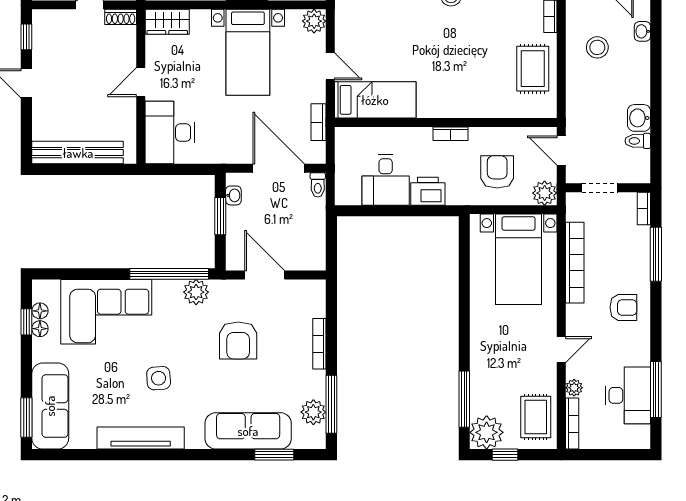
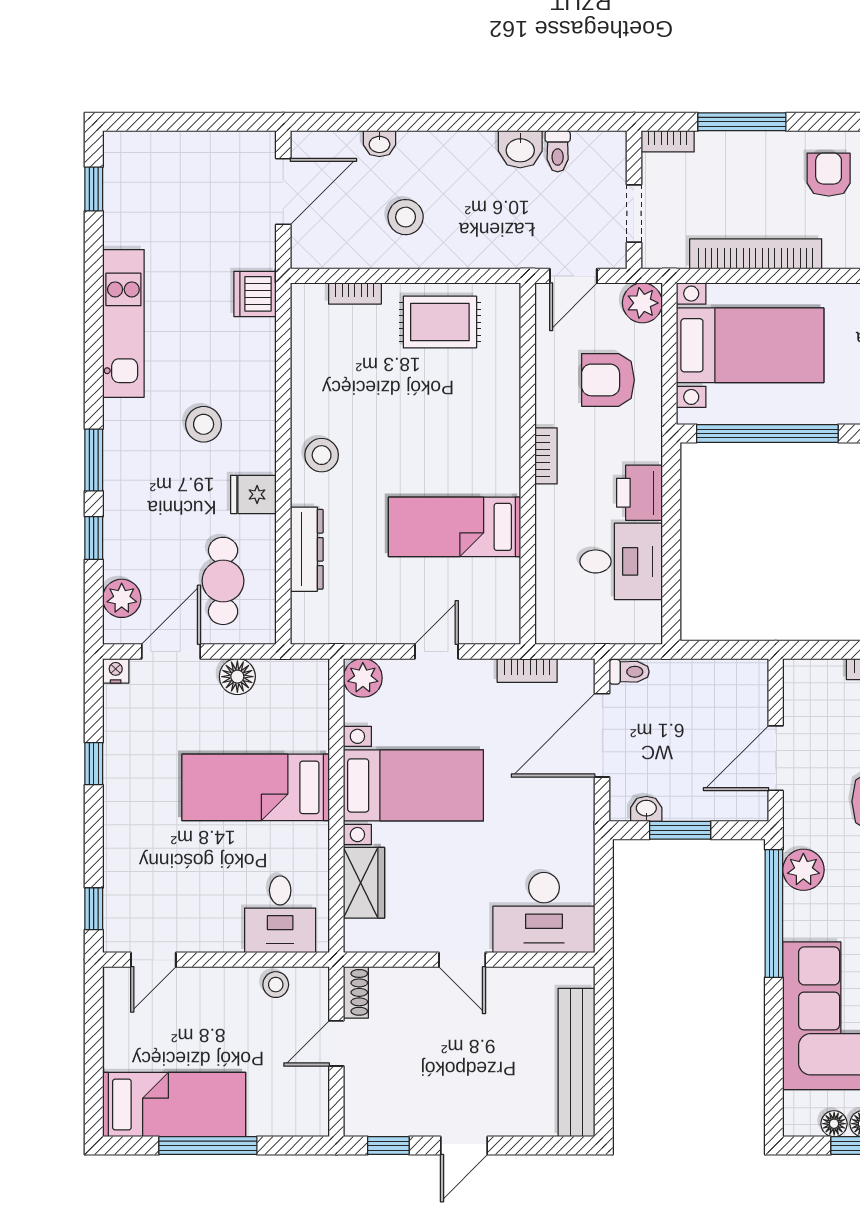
wardrobe: (167, 22) -> (364, 883), moved
bed: (375, 100) -> (455, 527), moved, turned -90
window: (464, 270) -> (767, 434), added

